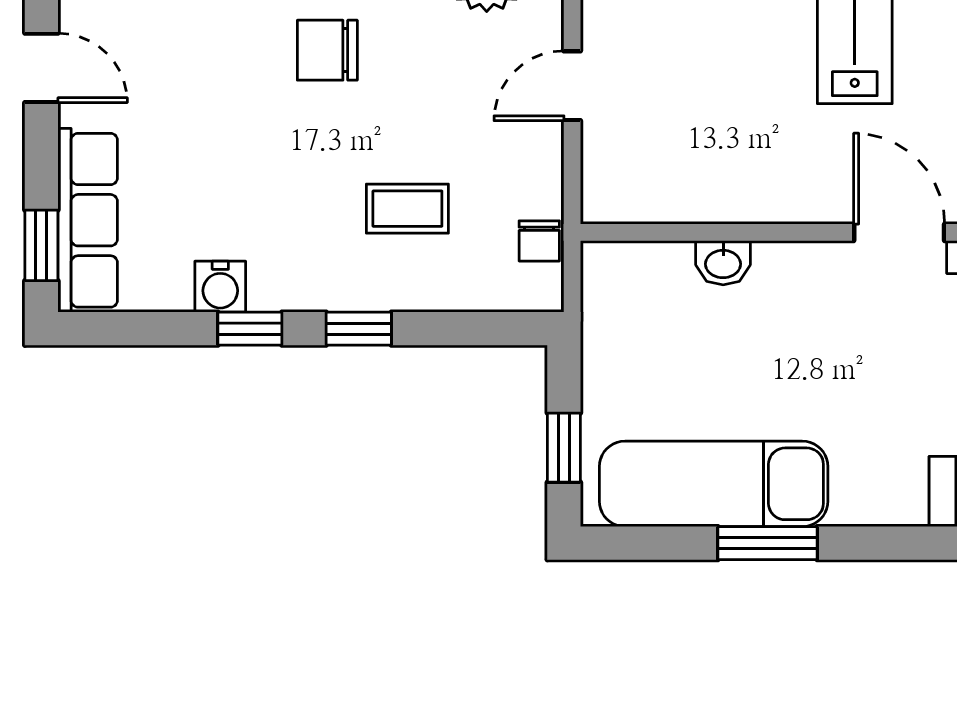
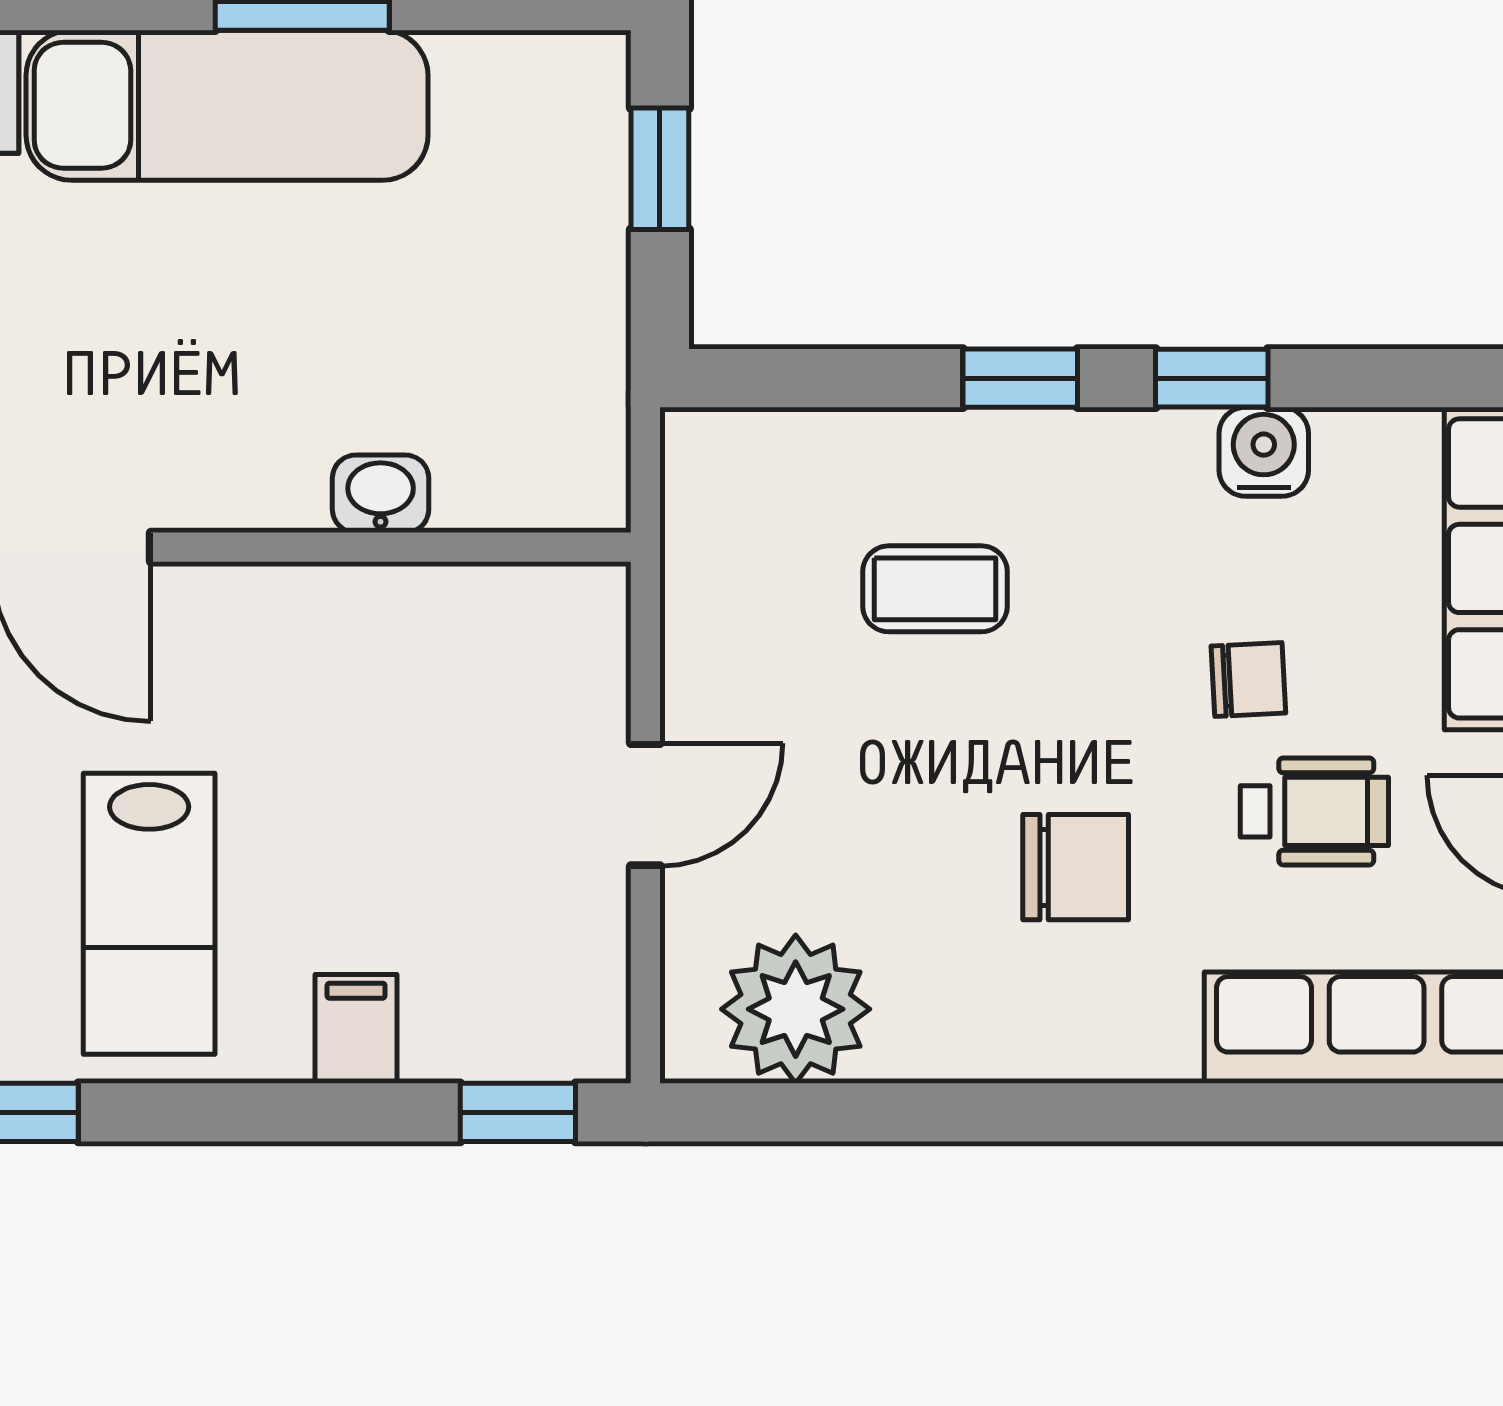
wheelchair: (191, 82) -> (1314, 811), added
chair: (539, 241) -> (1248, 680), moved, turned 87
exam couch: (714, 484) -> (227, 105), moved

